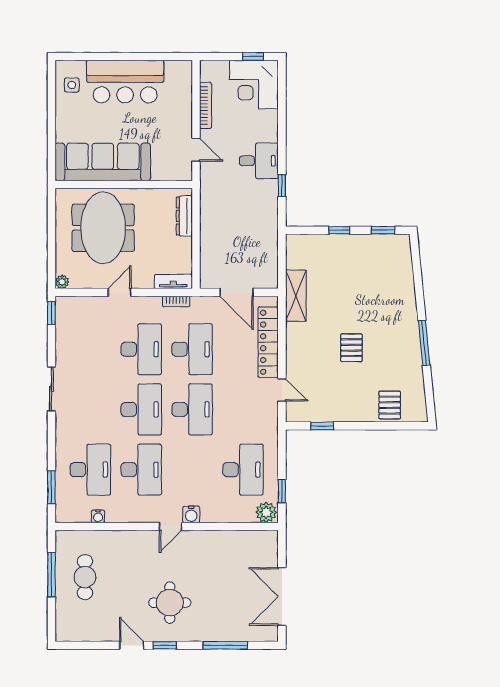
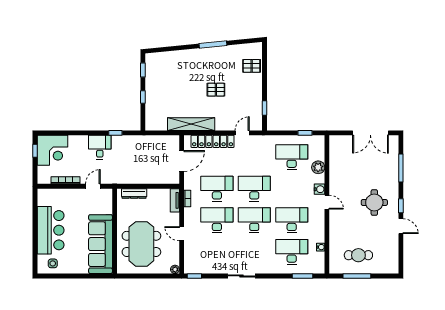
meeting table: (103, 228) -> (141, 244), turned 90
shelving: (296, 296) -> (191, 124), width x1.47
plant: (266, 512) -> (318, 167), moved
door: (132, 645) -> (401, 226), swing flipped

